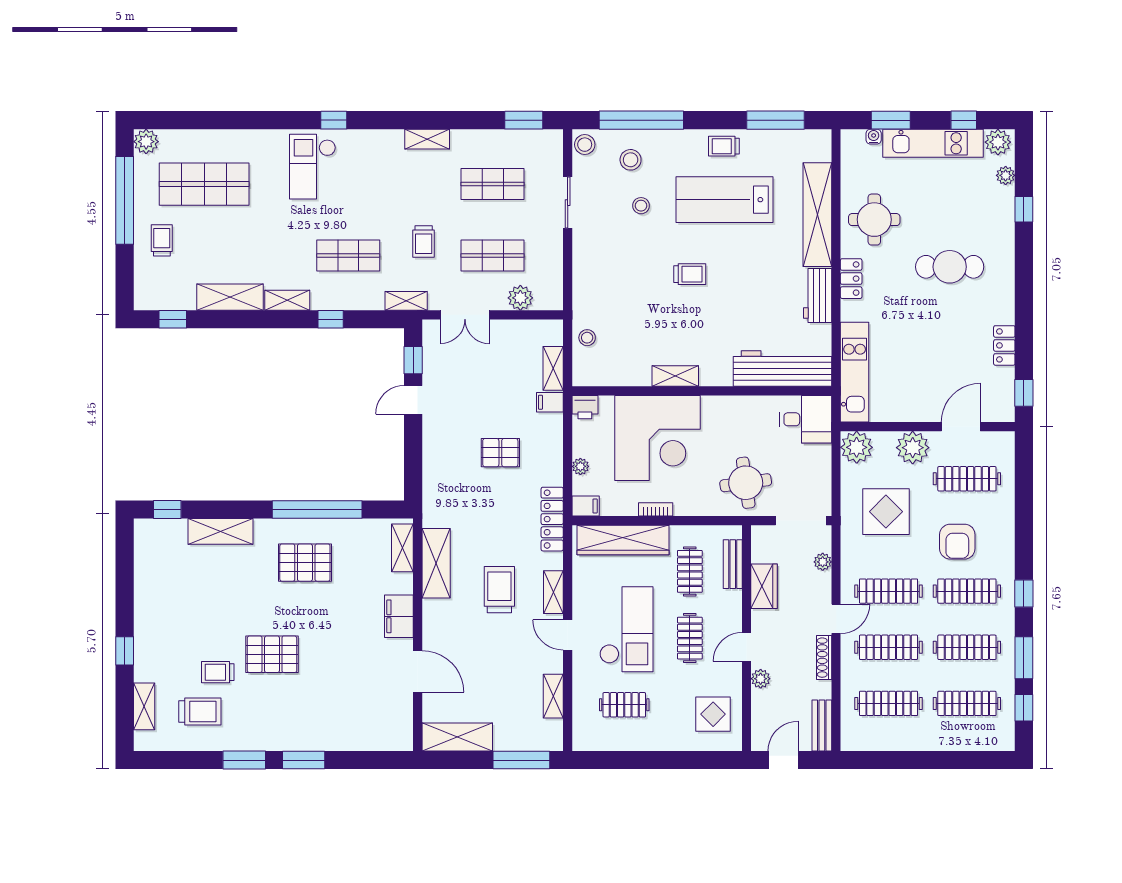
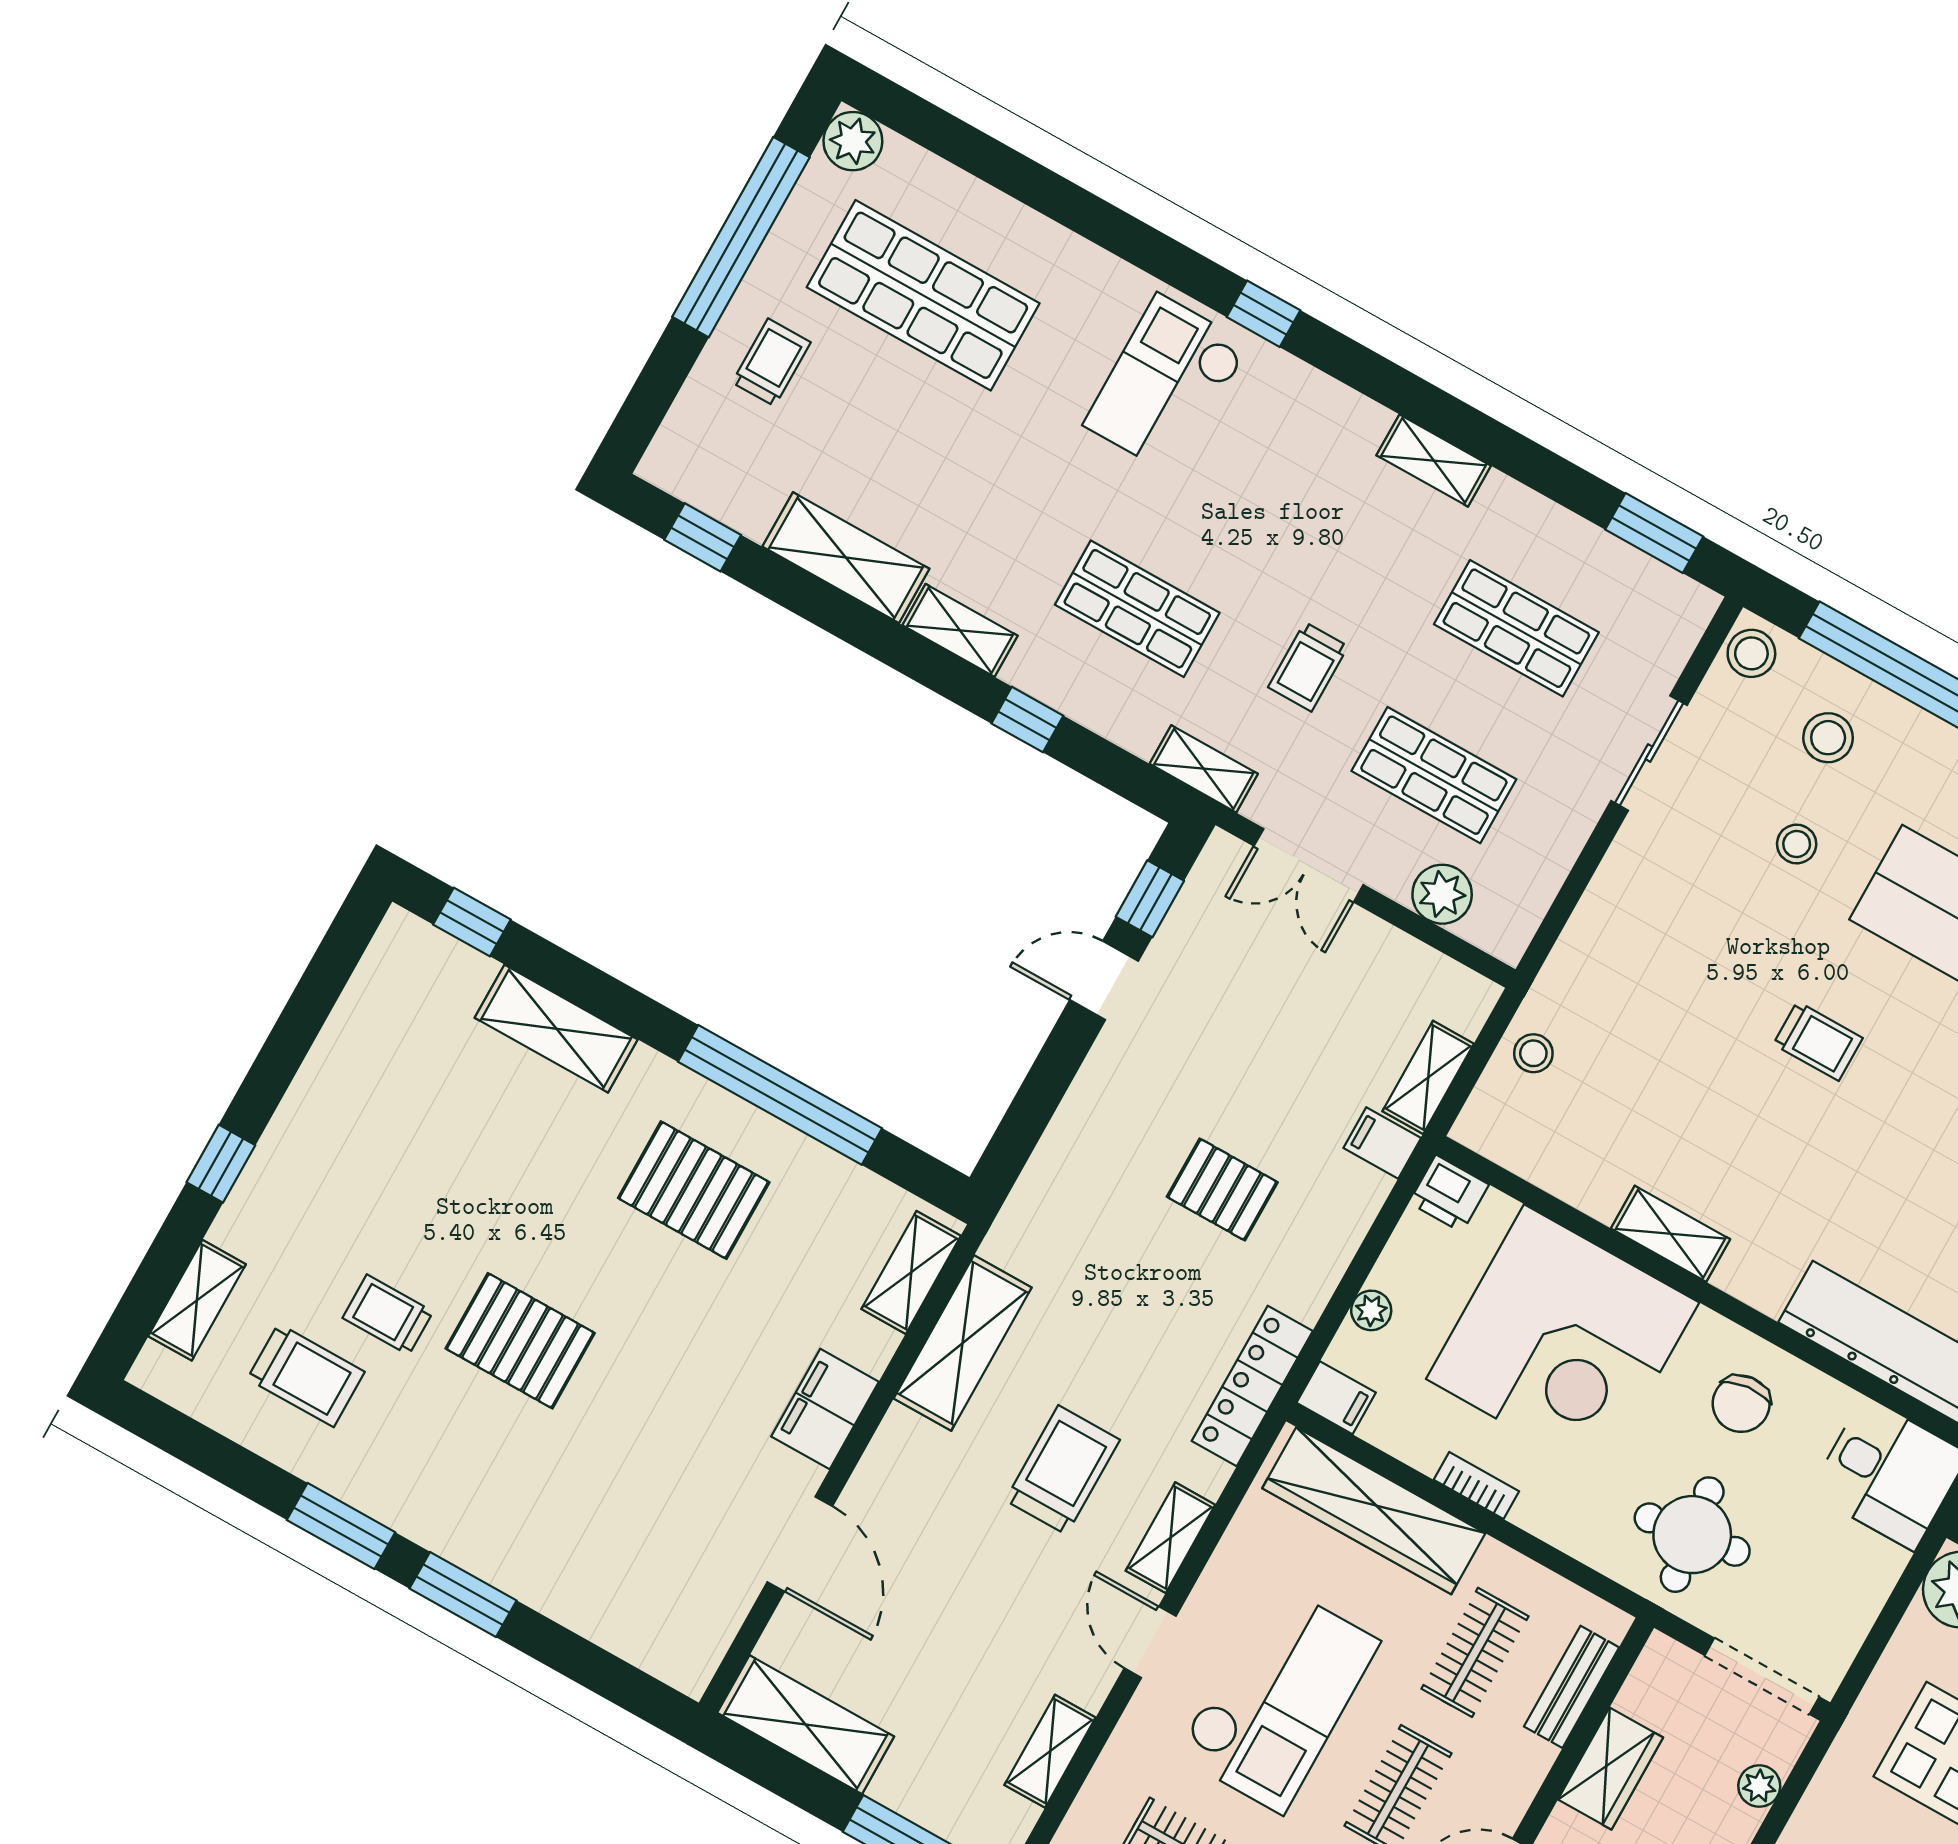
chair: (737, 424) -> (1741, 1404), added

